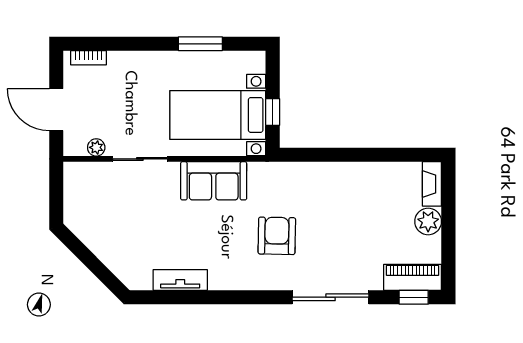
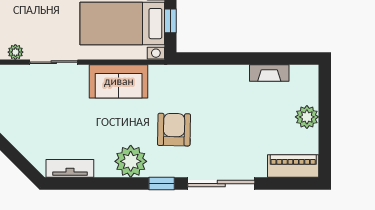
fireplace: (432, 184) -> (269, 73), moved, turned -90
plant: (228, 272) -> (131, 161), added
tv unit: (180, 280) -> (70, 168), moved
window: (414, 297) -> (162, 184), moved

